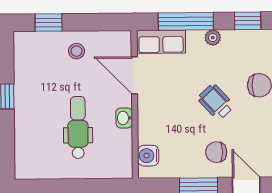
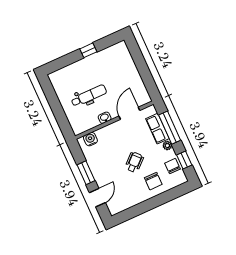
window: (49, 23) -> (137, 56), removed
row of seats: (161, 42) -> (157, 129), moved
stool: (76, 51) -> (129, 77), removed
chair: (216, 152) -> (173, 166), moved

